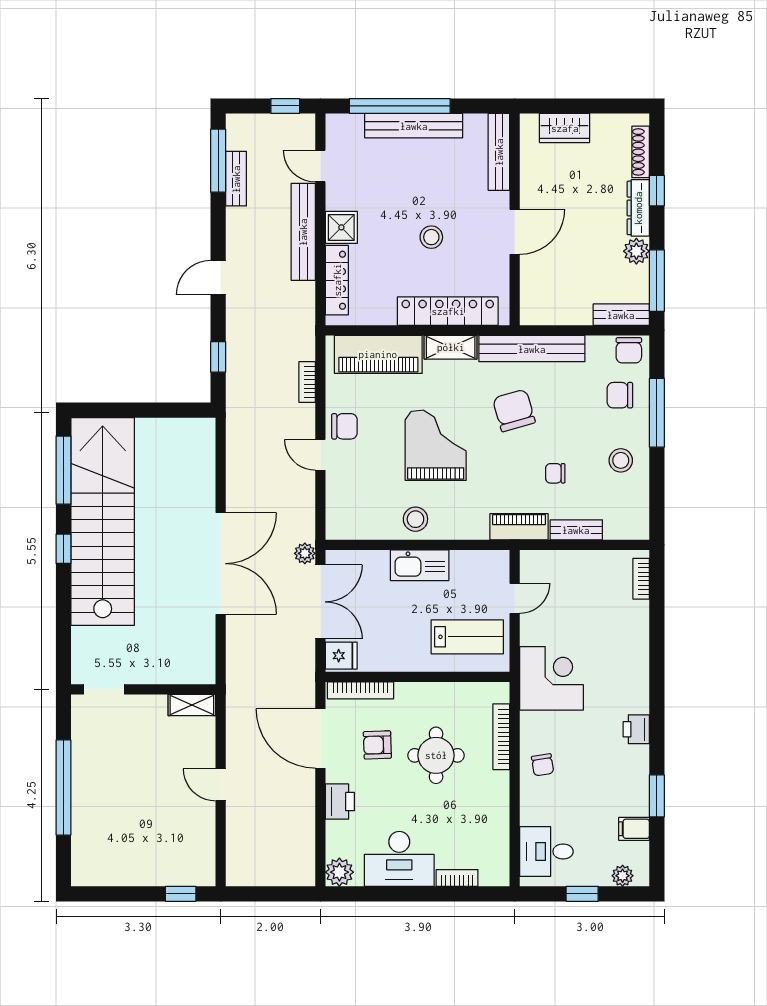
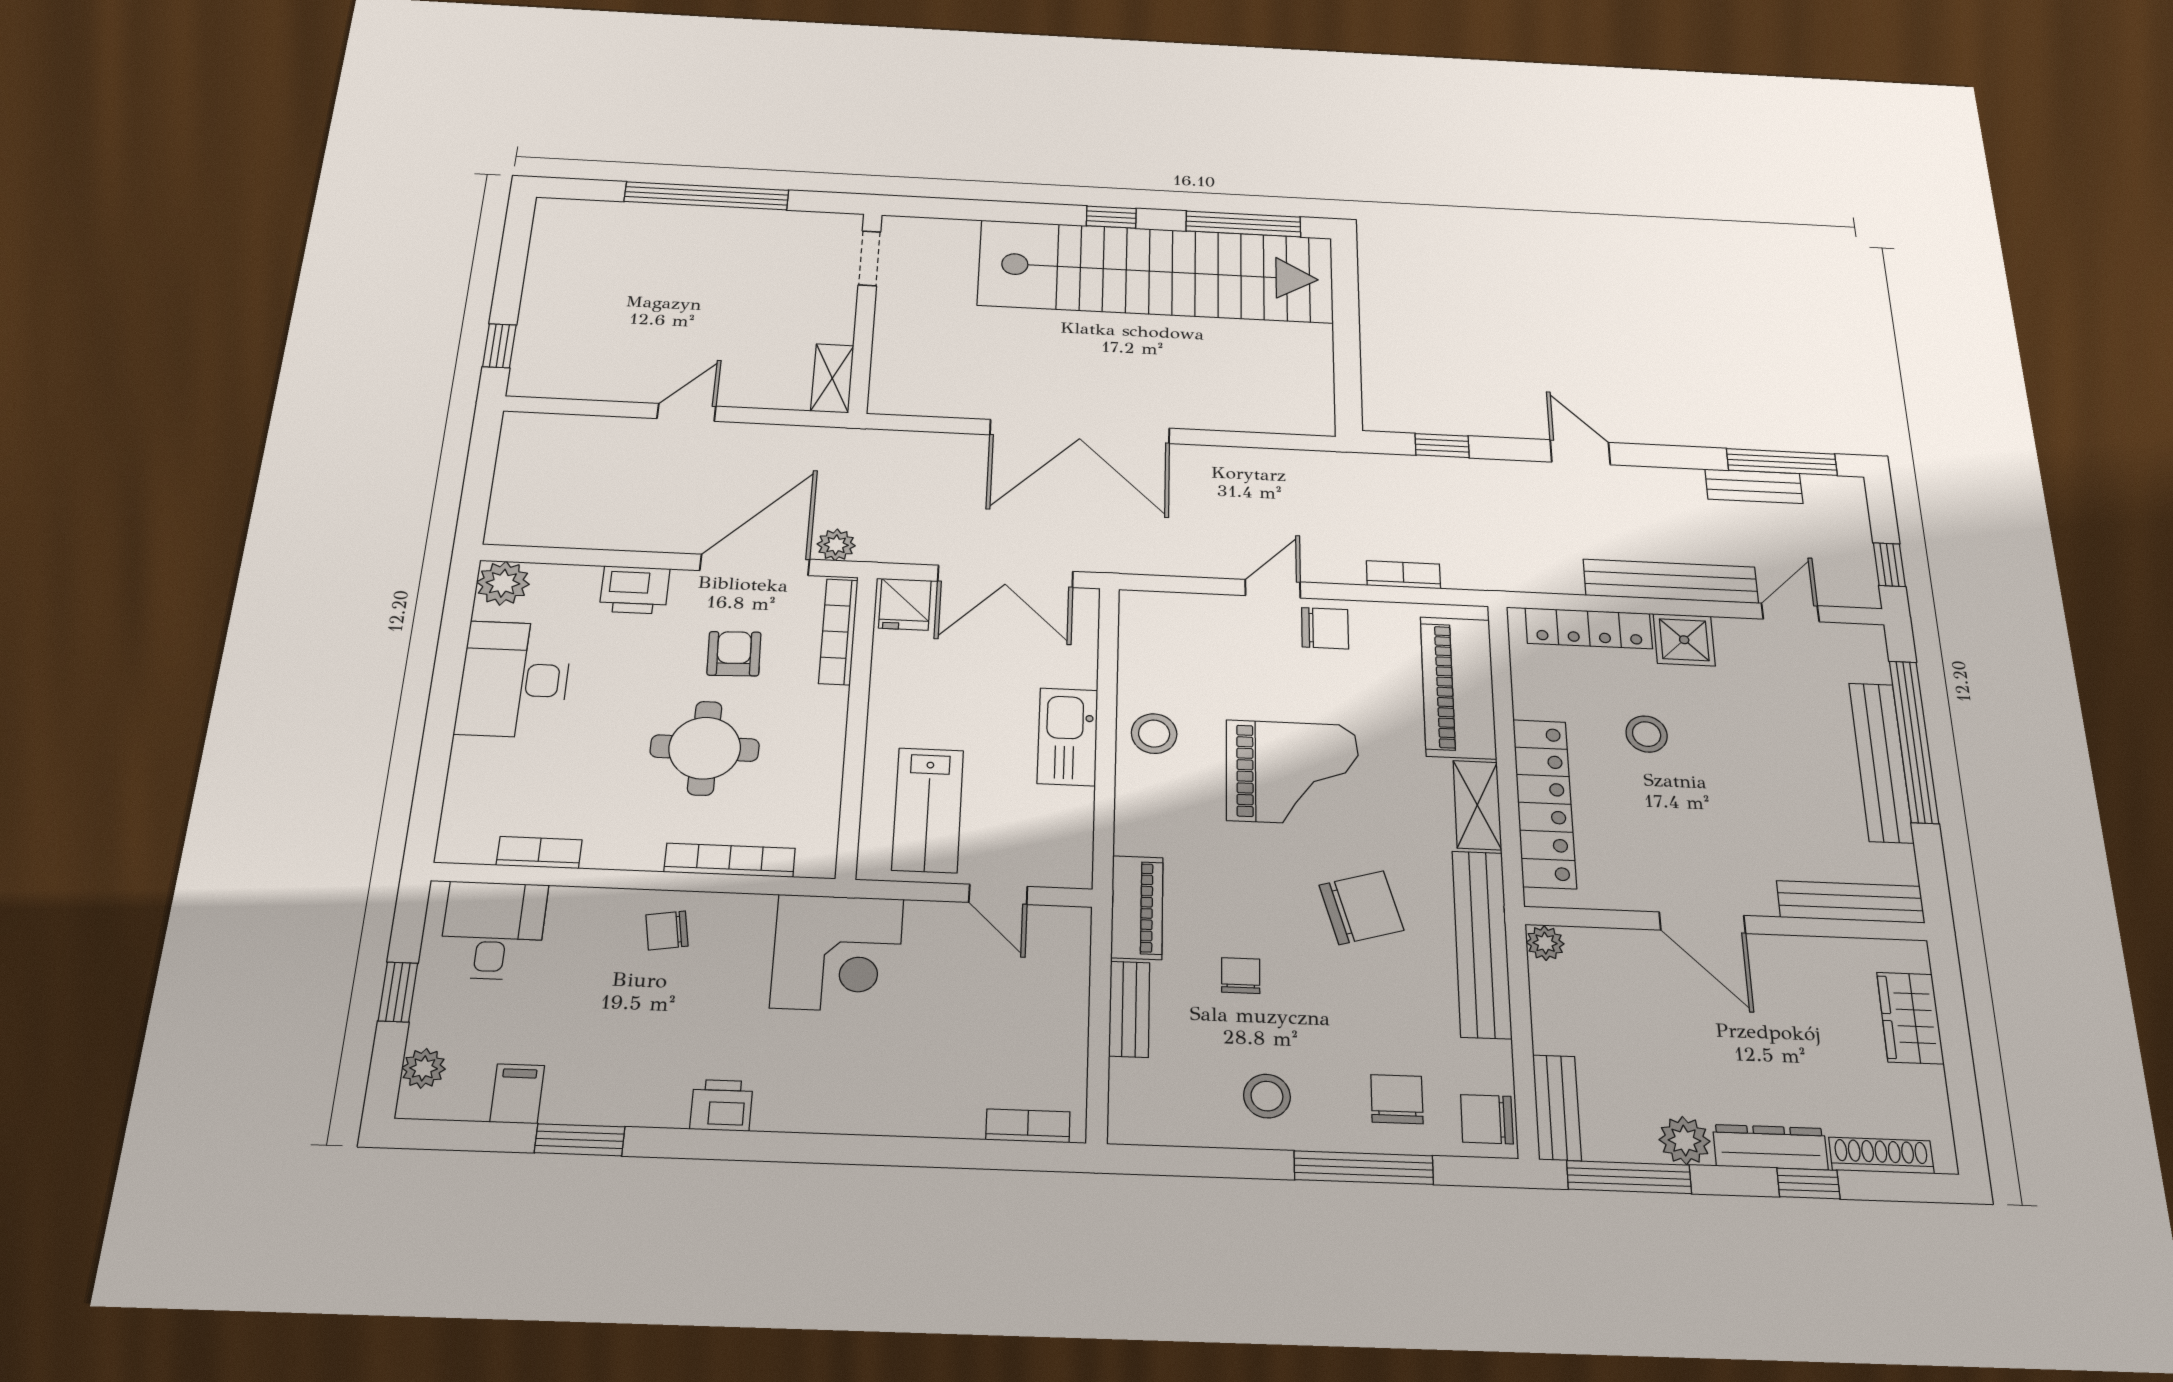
stool: (431, 237) -> (1647, 734), moved
plant: (530, 315) -> (1545, 943), added
chair: (344, 426) -> (1325, 628), turned -90
plant: (305, 553) -> (836, 545), moved
bookcase: (457, 878) -> (539, 853), moved, turned -90

